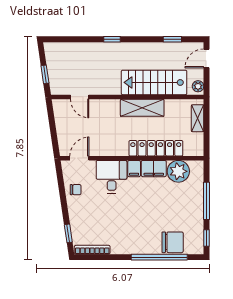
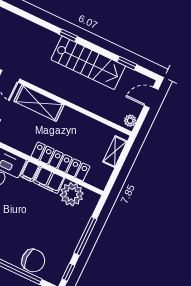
stairs: (154, 82) -> (88, 63), moved, turned 180
shelving: (142, 108) -> (39, 103), moved

